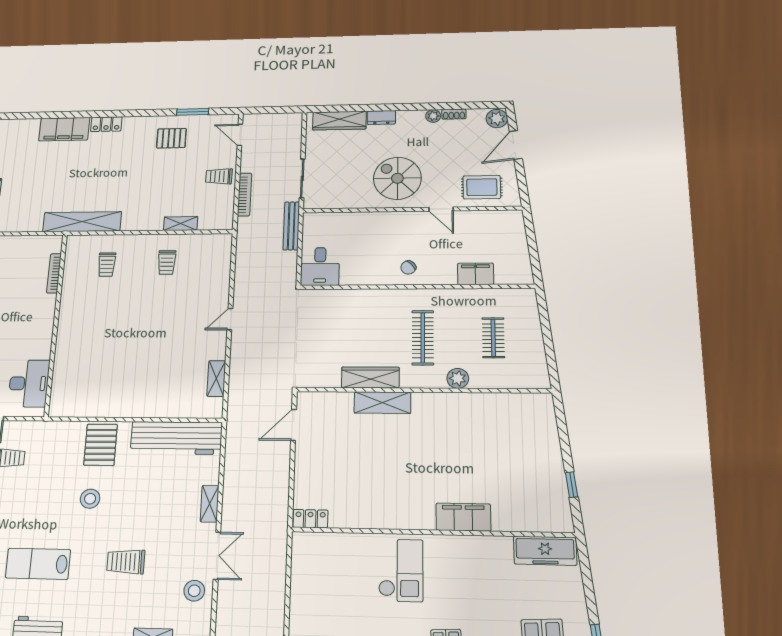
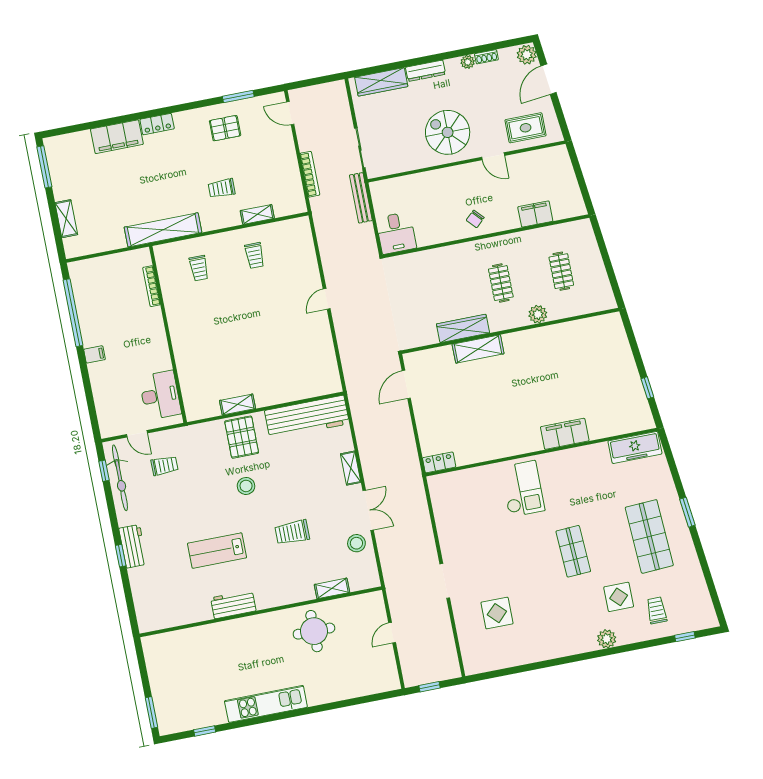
dresser: (381, 118) -> (426, 71), width x1.44
trolley: (219, 176) -> (222, 188), moved
clothes rail: (423, 338) -> (501, 283), width x0.73
shelving: (216, 378) -> (237, 405), moved, turned 90

